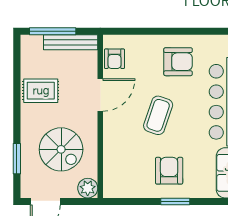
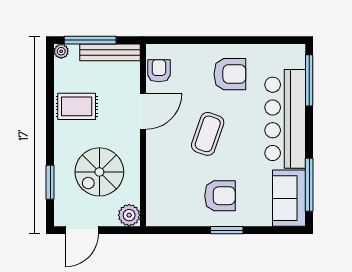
plant: (27, 41) -> (61, 51), added
armchair: (114, 59) -> (159, 71), turned 180
spiral stairs: (61, 149) -> (99, 172), turned 90
armchair: (169, 171) -> (220, 196), turned 90

